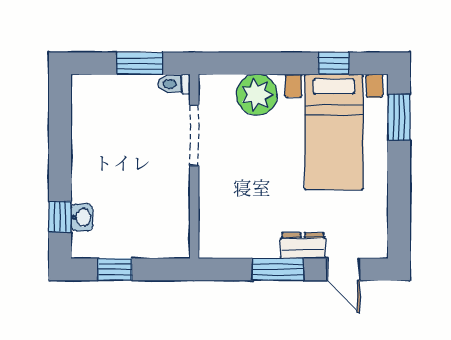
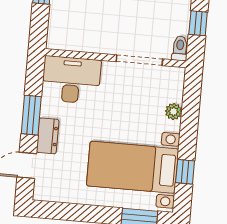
window: (140, 63) -> (198, 23), width x0.67
plant: (257, 95) -> (174, 112), width x0.53, depth x0.53
desk: (227, 222) -> (71, 80), added

